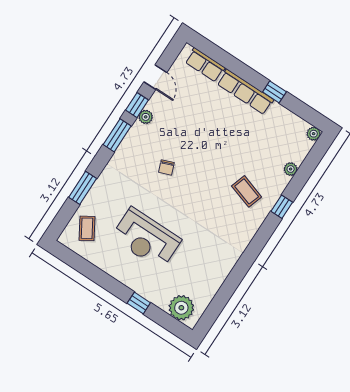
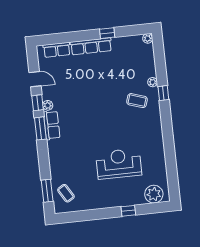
row of seats: (132, 142) -> (52, 125), added
chair: (166, 167) -> (82, 124), removed
plant: (291, 169) -> (153, 82), moved
window: (83, 188) -> (47, 191), moved
reception desk: (146, 239) -> (119, 164), moved, turned 180

